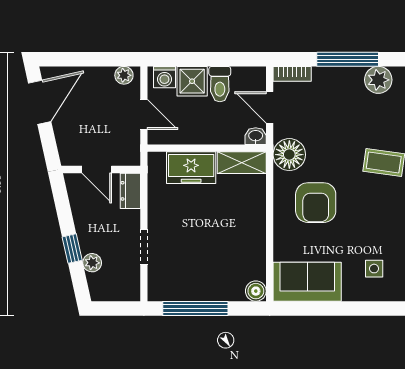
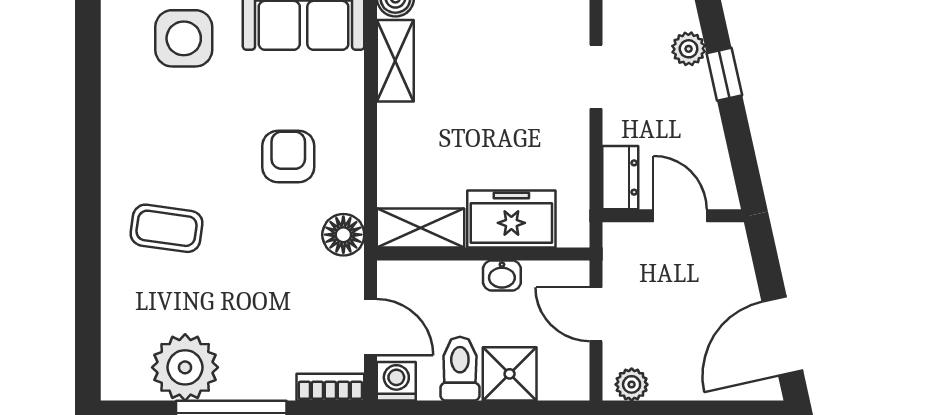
washing machine: (164, 77) -> (396, 381), moved
plant: (378, 80) -> (185, 367), width x1.36, depth x1.36
washbasin: (256, 136) -> (502, 276), moved
floor lamp: (289, 155) -> (343, 235), width x0.73, depth x0.73
armchair: (316, 203) -> (288, 156), width x0.72, depth x0.72
shelving: (256, 256) -> (395, 61), added
side table: (374, 269) -> (184, 38), width x1.87, depth x1.87

